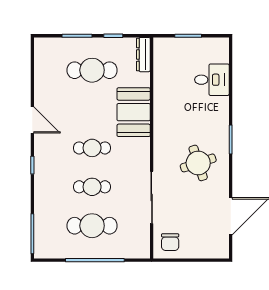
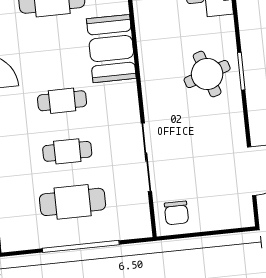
round table: (198, 163) -> (207, 74), moved

